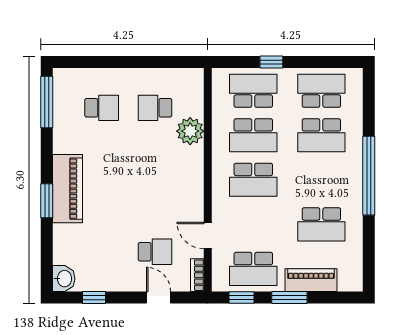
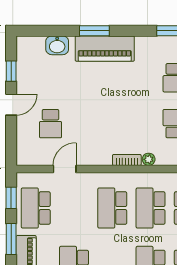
plant: (190, 131) -> (149, 159), width x0.53, depth x0.53
bookcase: (197, 275) -> (127, 160), moved
washbasin: (64, 279) -> (57, 45), moved
door: (159, 298) -> (11, 105), moved

